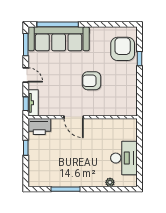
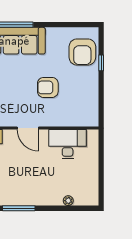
armchair: (123, 49) -> (82, 52), turned 180
desk: (124, 158) -> (68, 144), moved, turned -90

